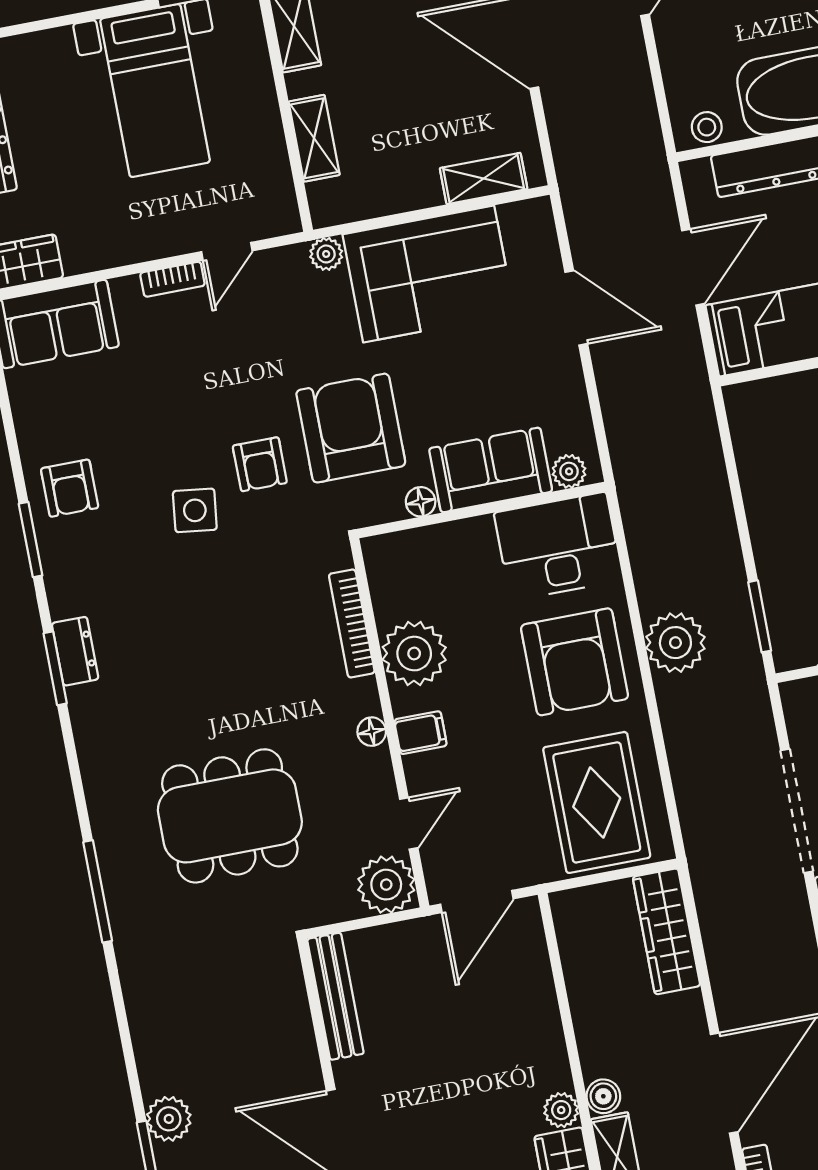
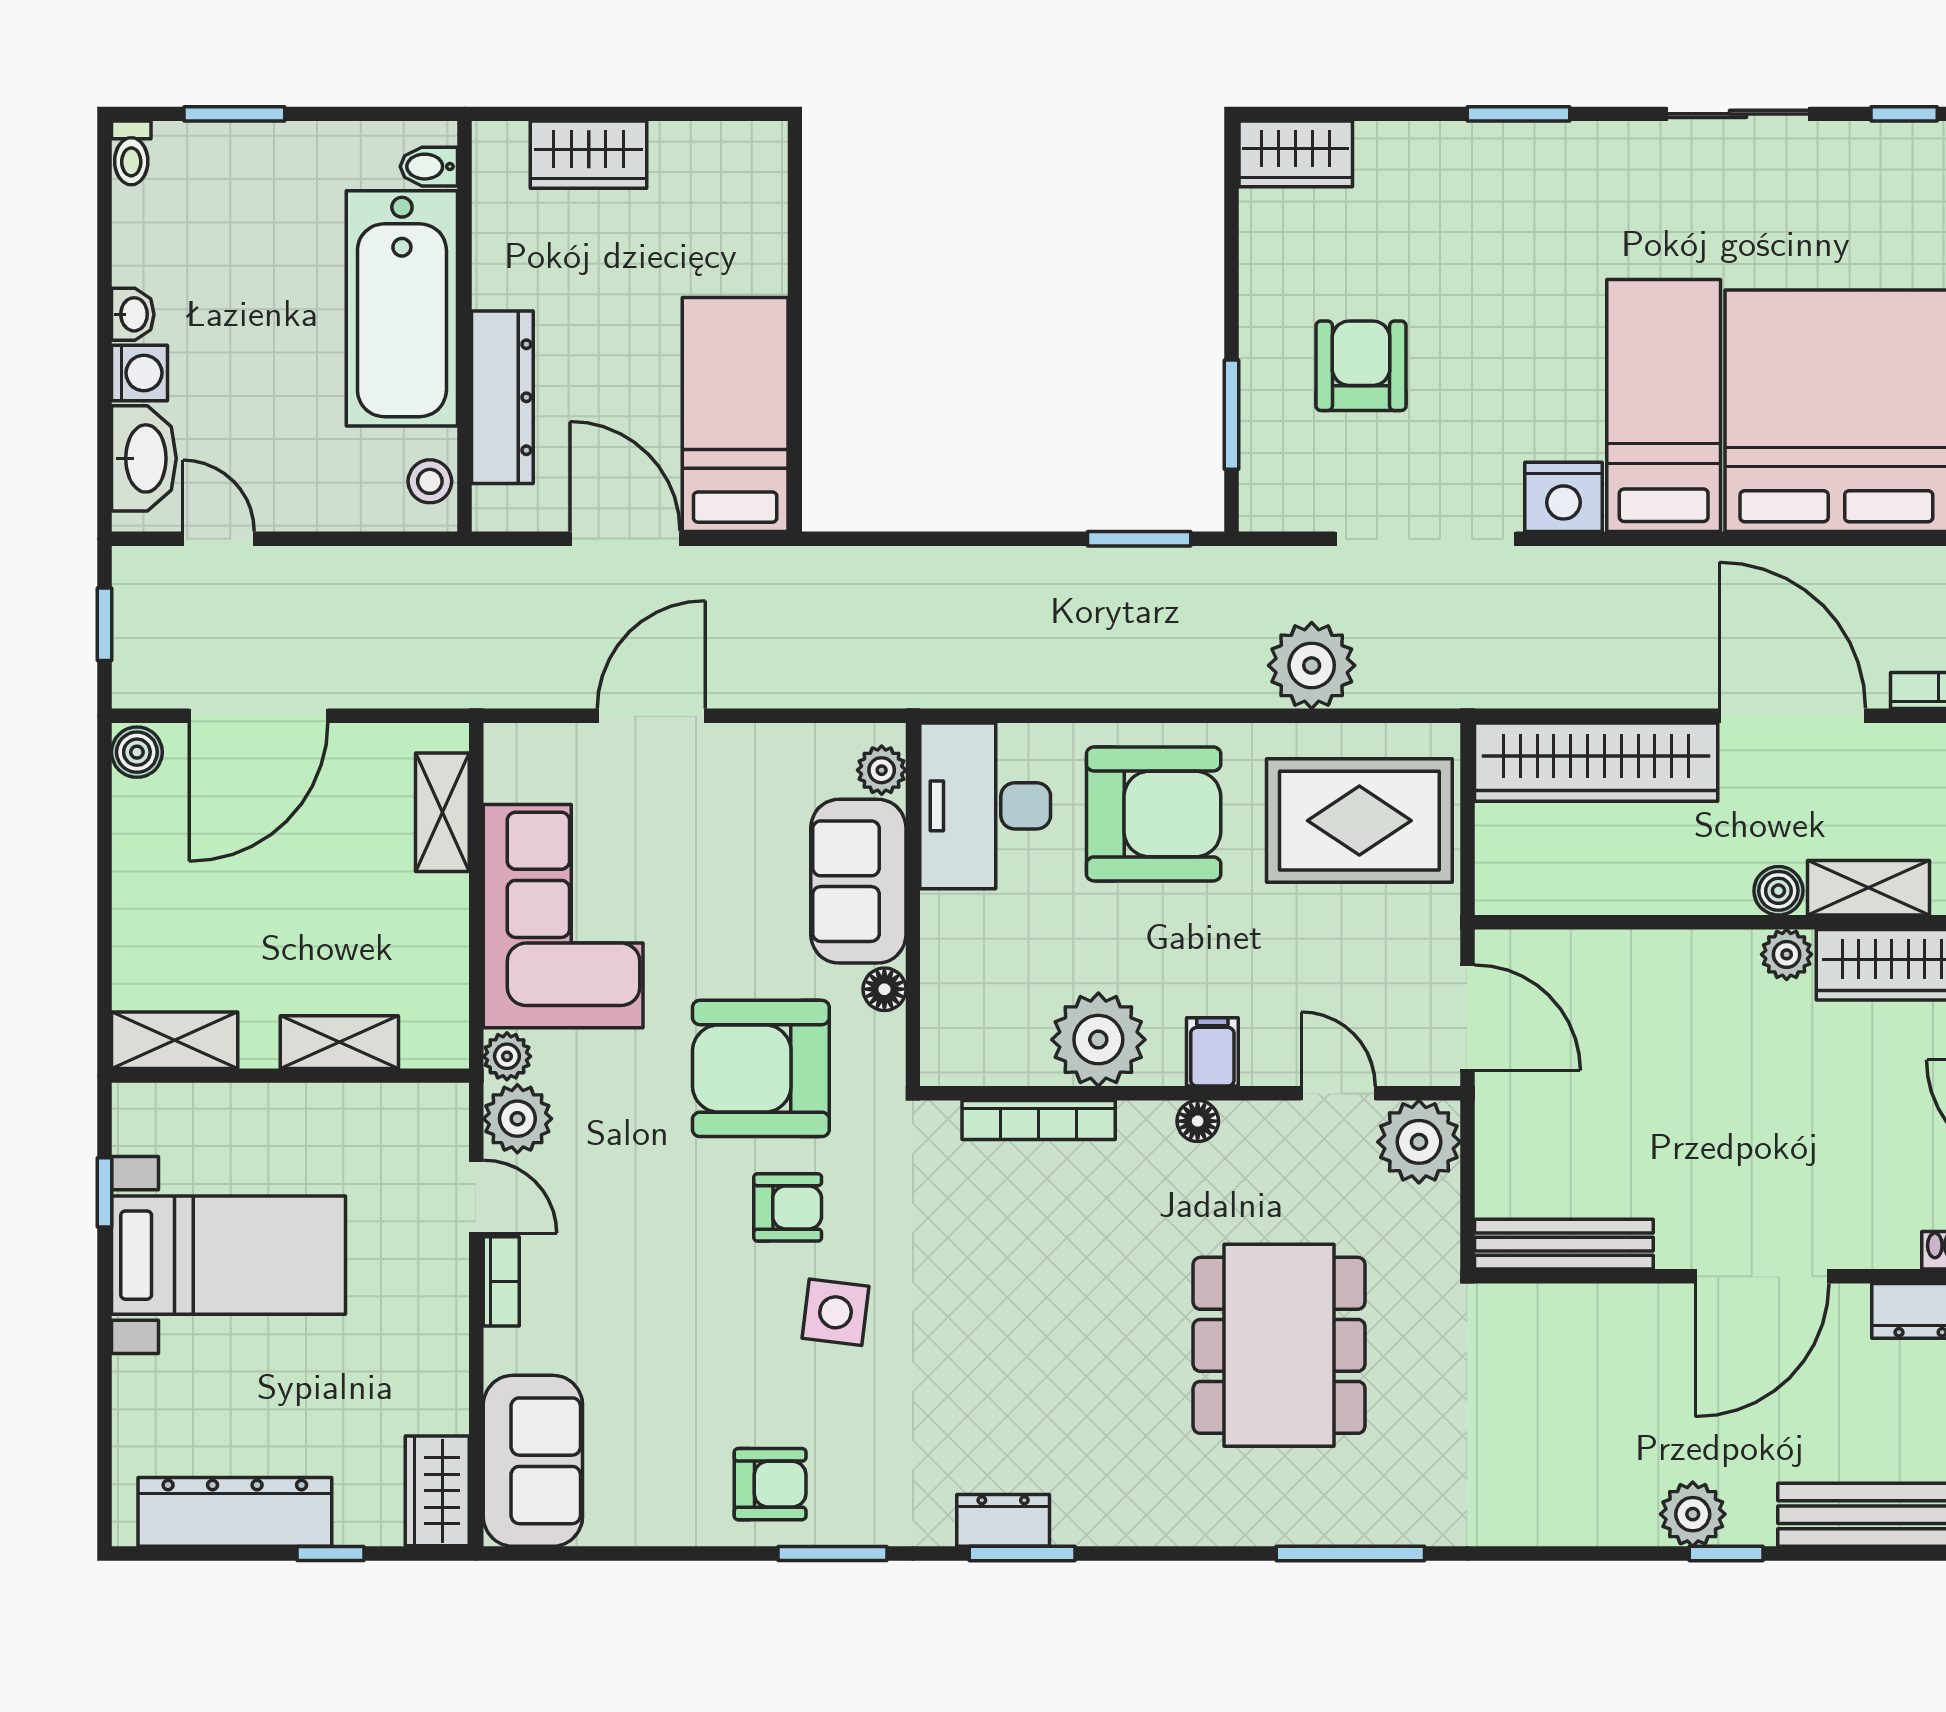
plant: (285, 269) -> (517, 1119), added
plant: (675, 643) -> (1312, 665), moved
wardrobe: (667, 931) -> (1596, 762), width x1.40, depth x1.17

